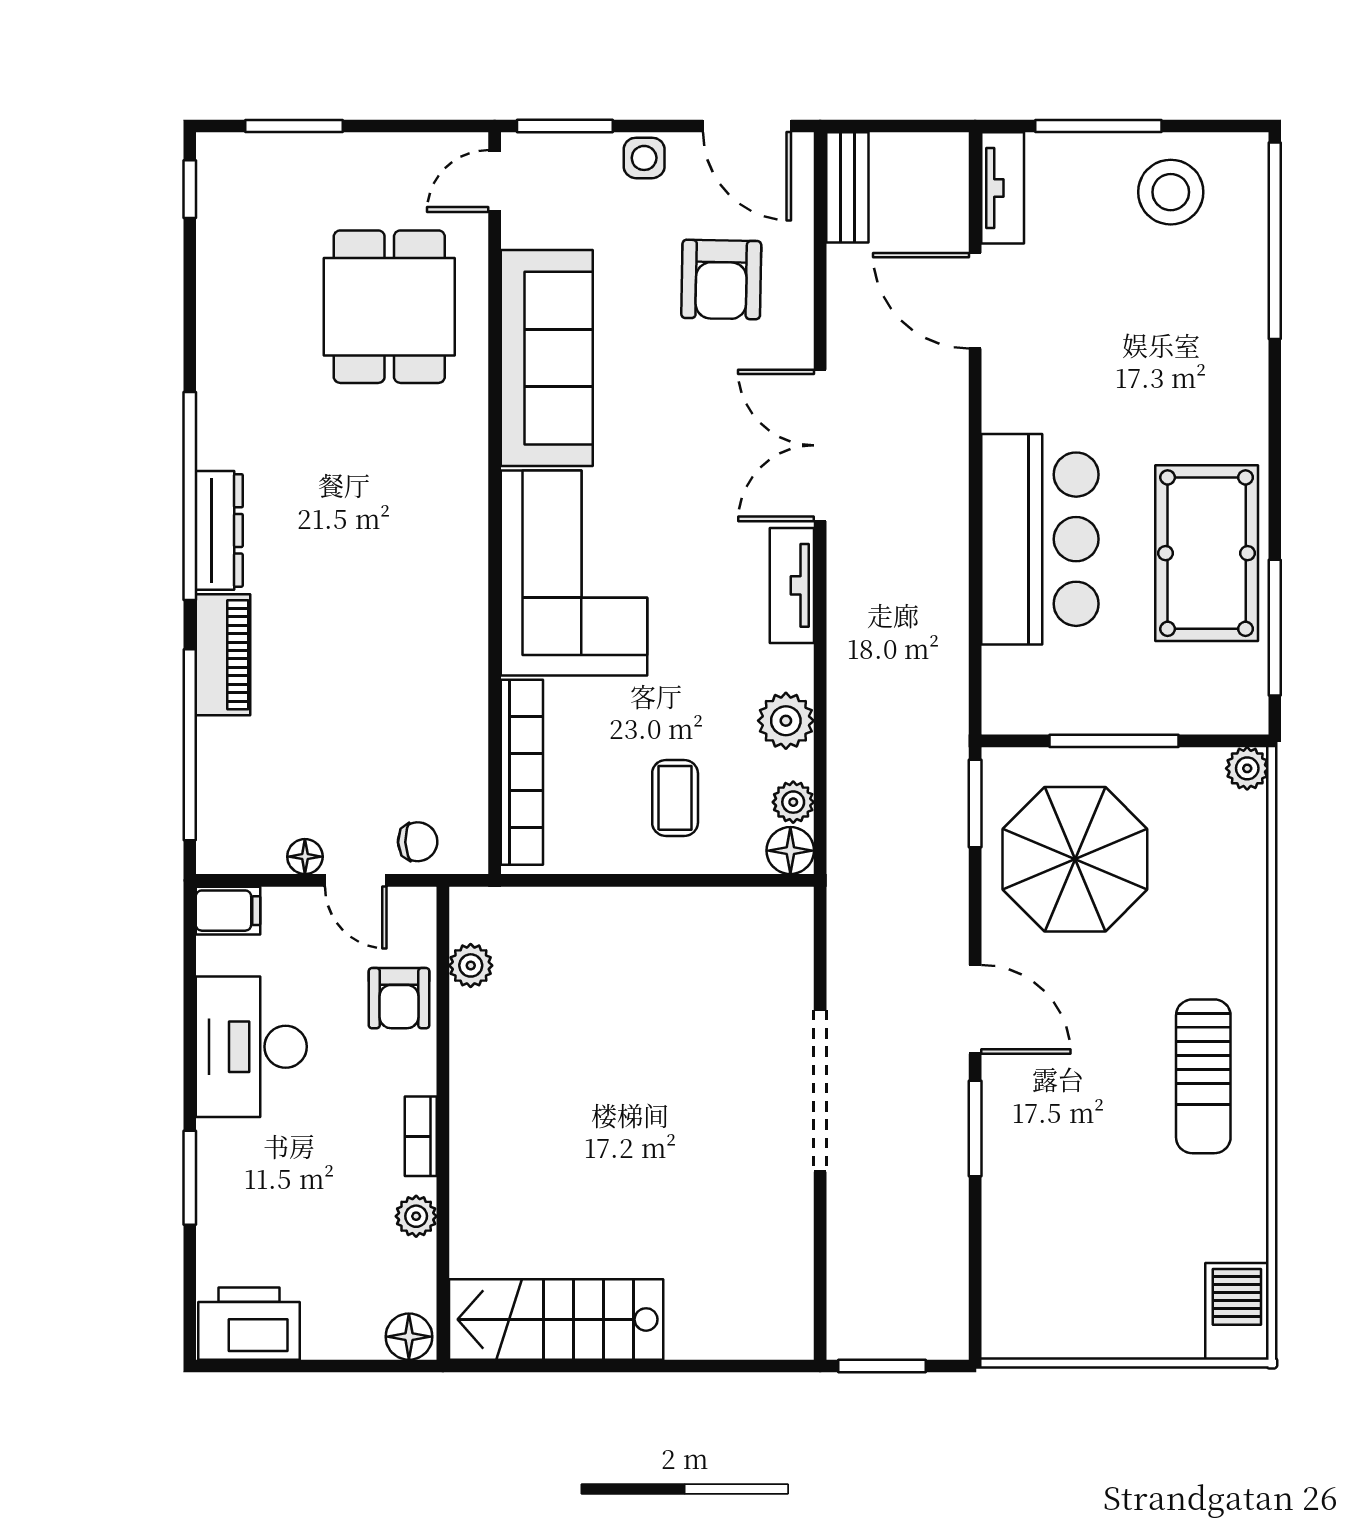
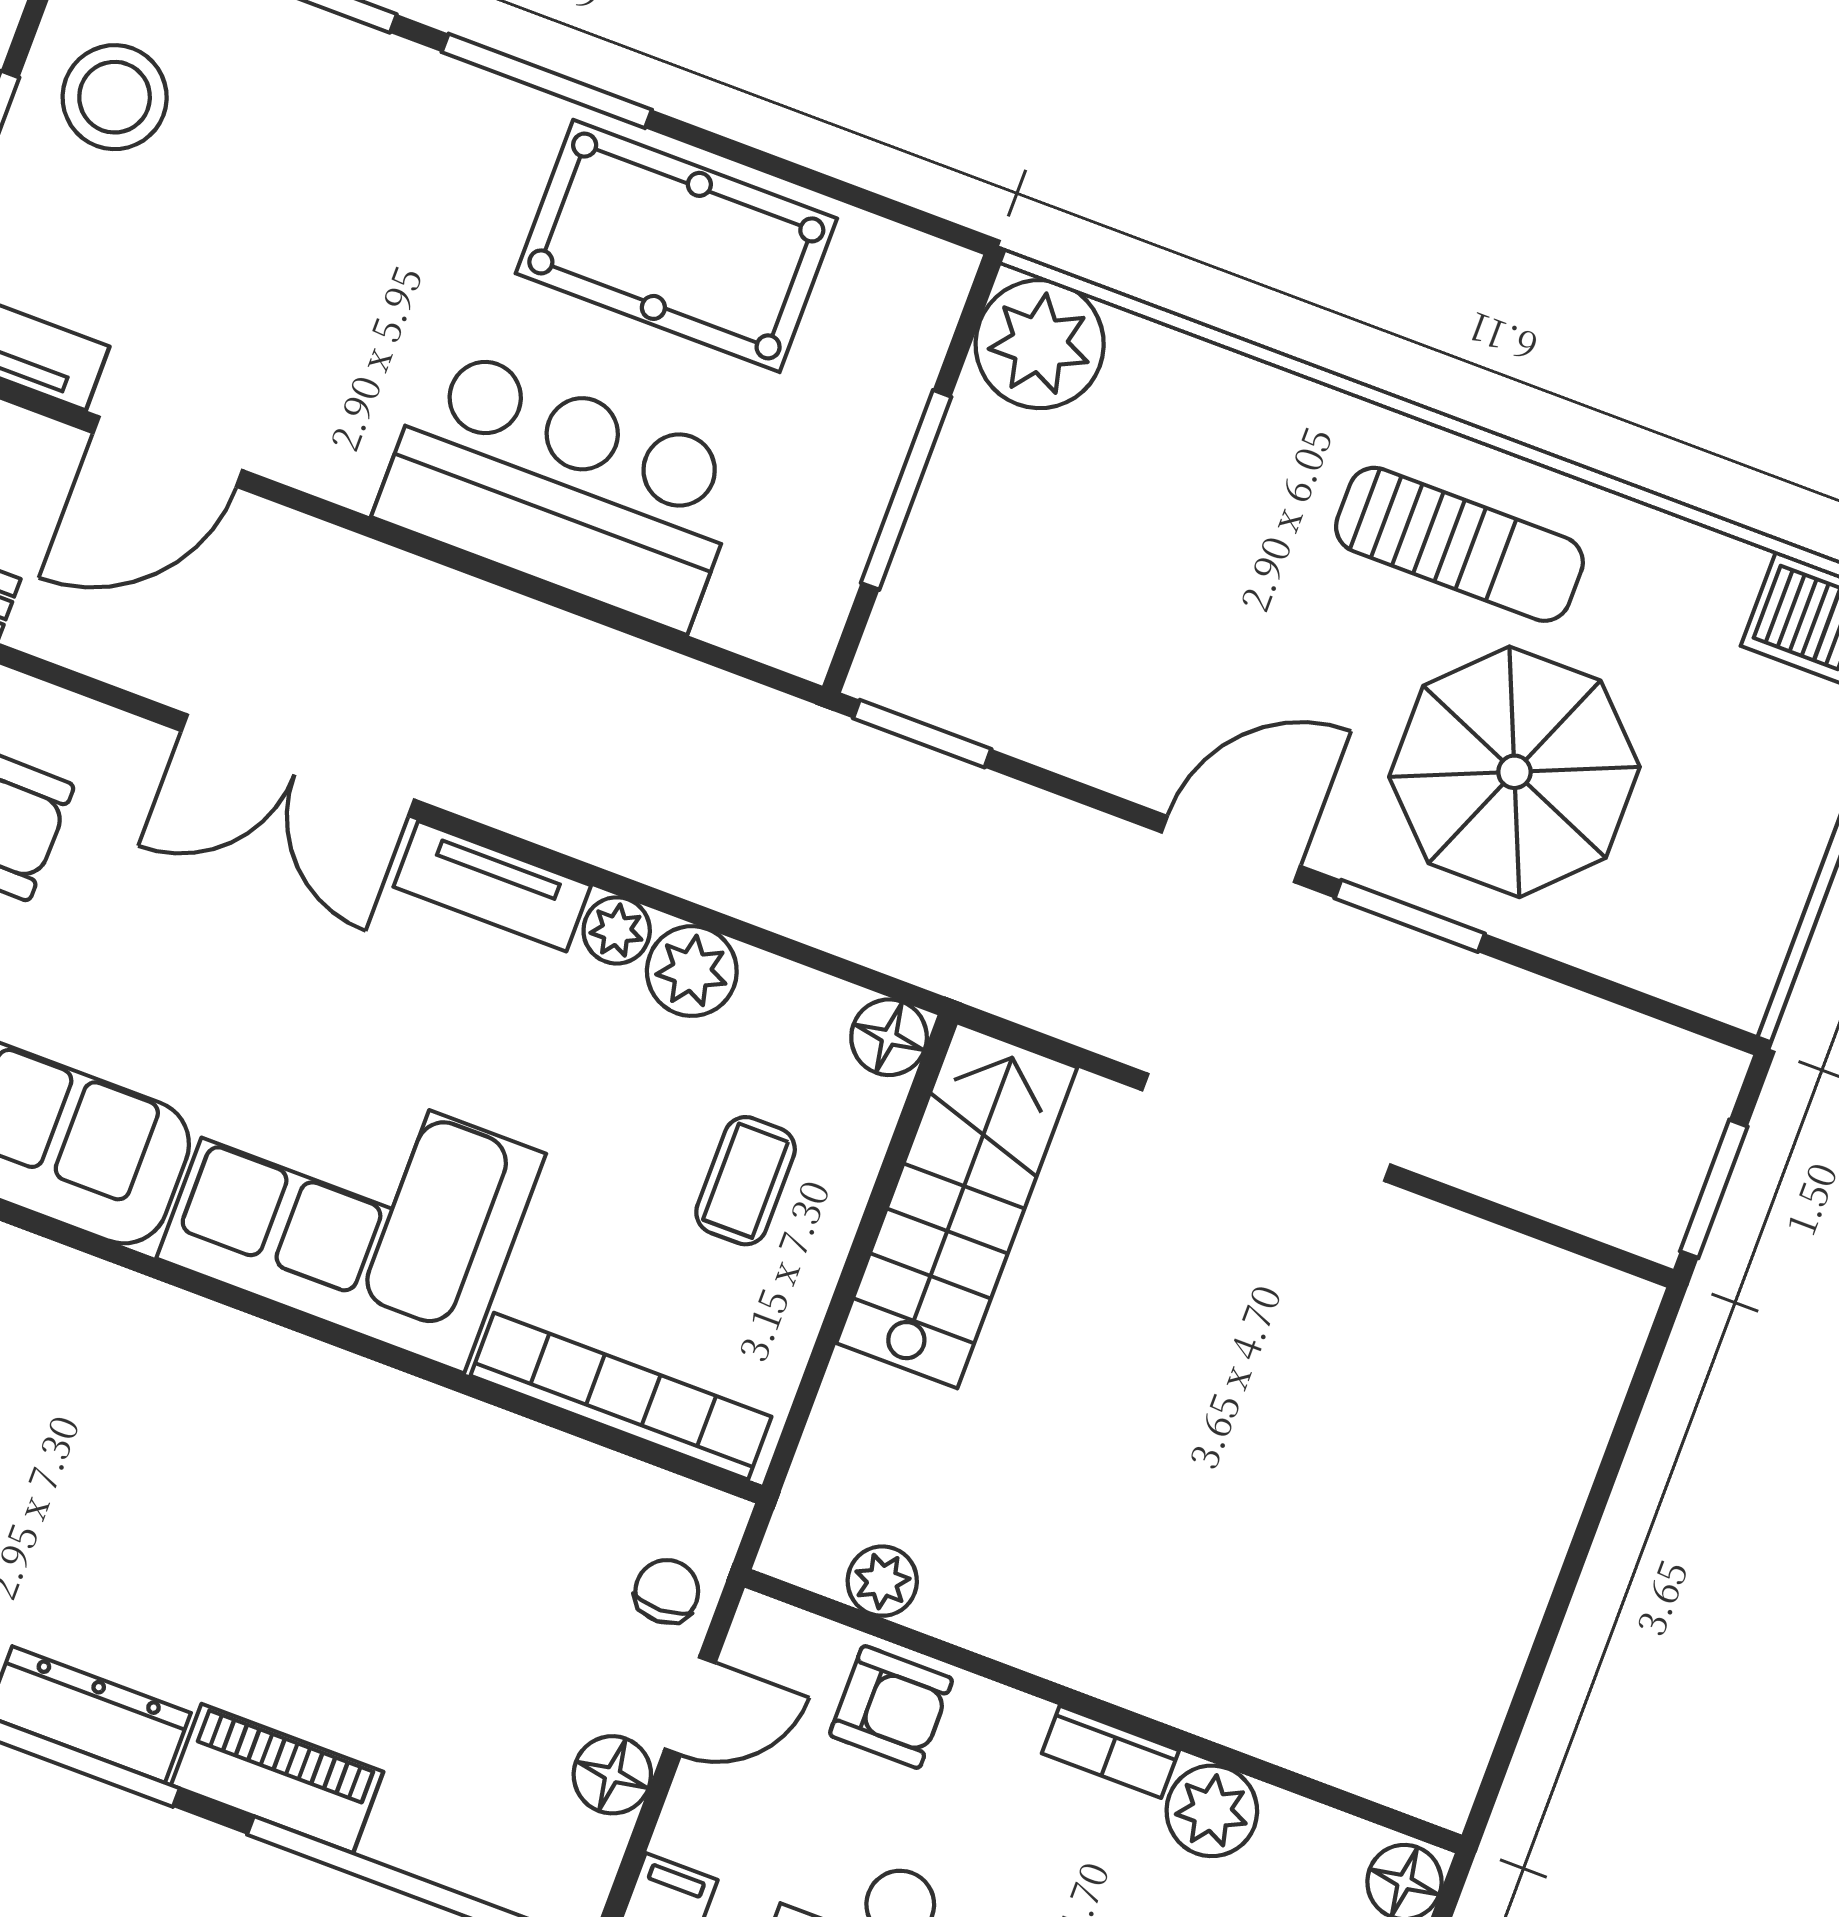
window: (1275, 628) -> (547, 81), moved
plant: (1247, 768) -> (1040, 344), width x1.88, depth x1.88
coffee table: (675, 798) -> (746, 1181), turned 90
plant: (793, 802) -> (617, 930), moved
floor lamp: (305, 857) -> (612, 1775), width x1.37, depth x1.37
parasol: (1075, 859) -> (1514, 772), moved
plant: (416, 1216) -> (1212, 1811), width x1.38, depth x1.38
stairs: (556, 1319) -> (957, 1205), moved, turned 180

